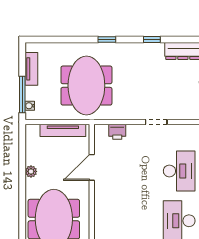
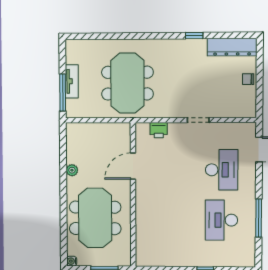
window: (107, 40) -> (148, 36), removed
tv unit: (31, 69) -> (72, 81), moved
water cooler: (30, 106) -> (70, 104), removed
tv unit: (63, 130) -> (104, 129), removed

